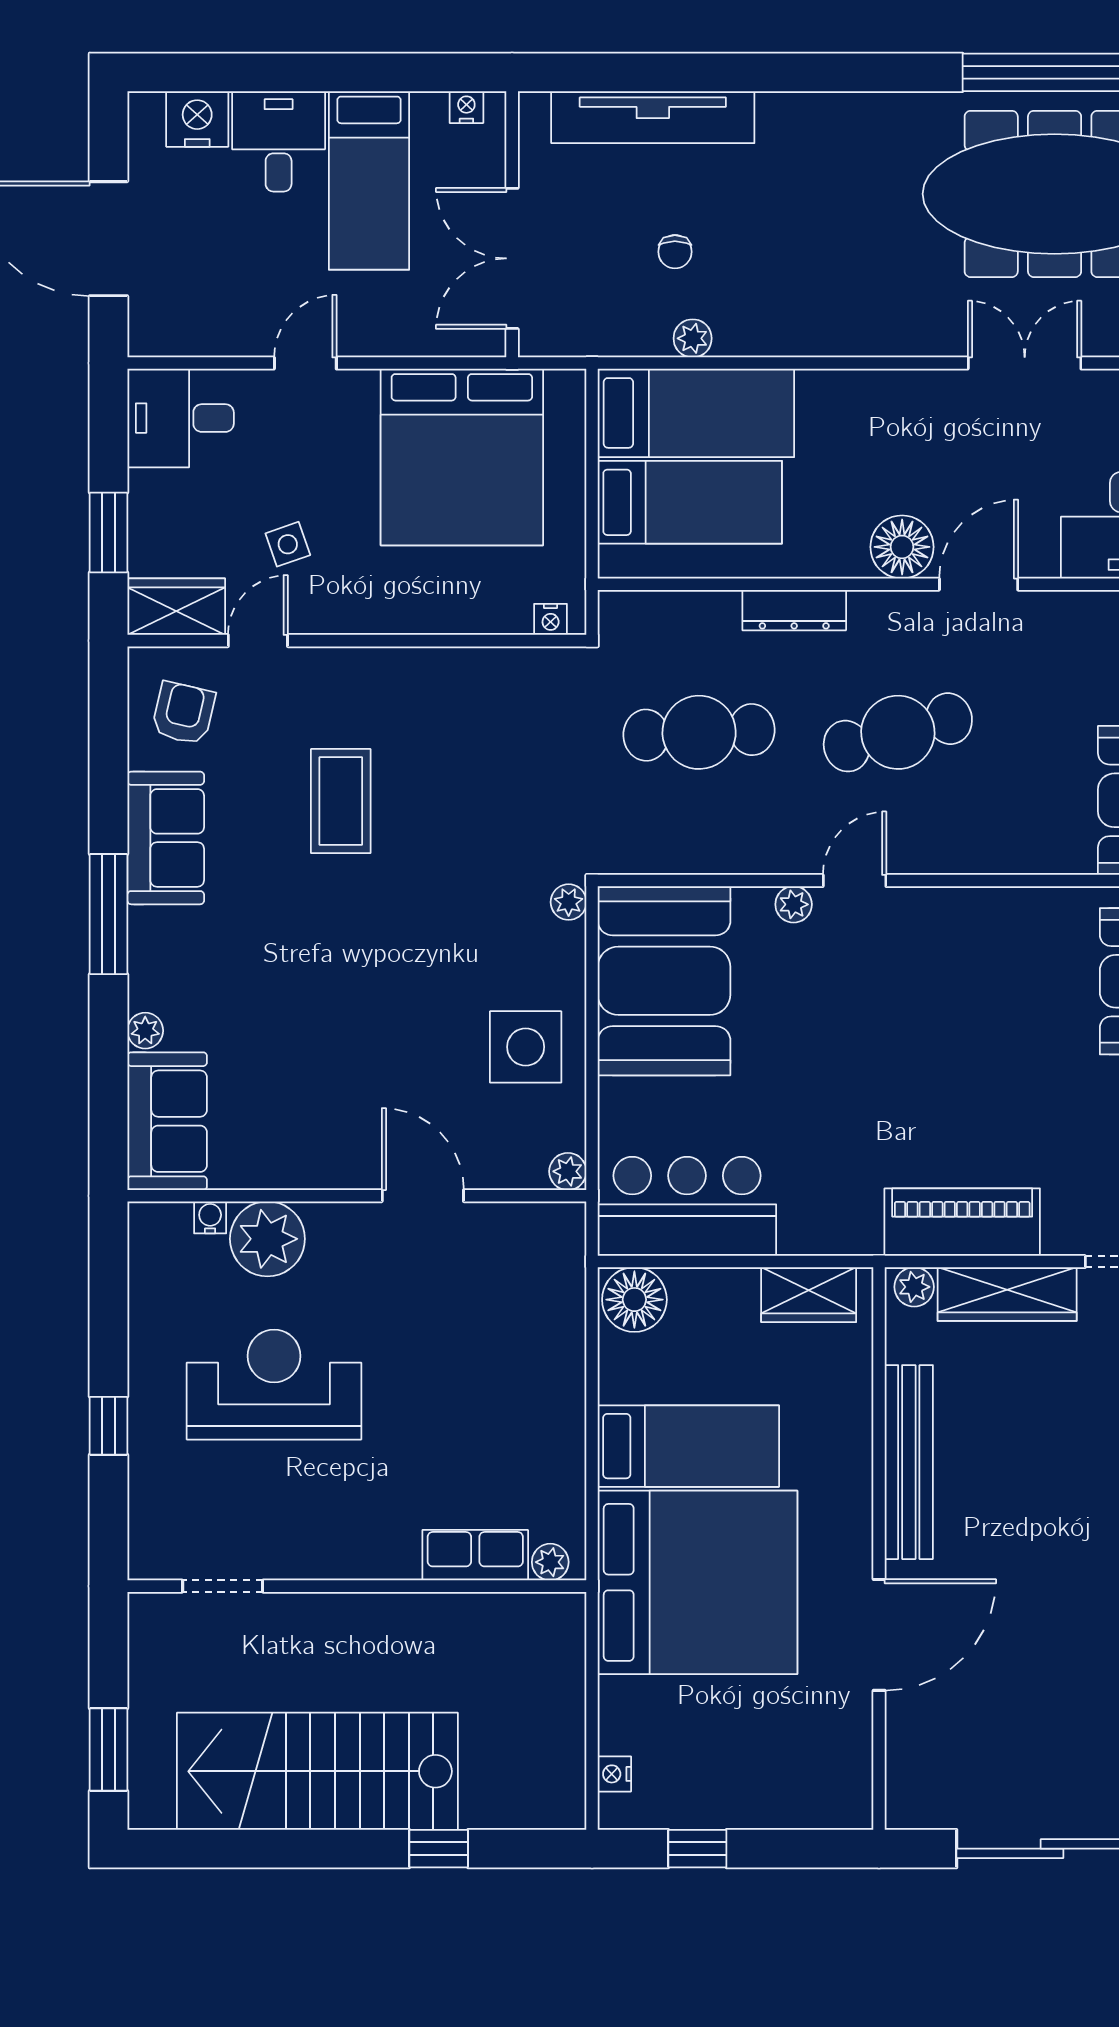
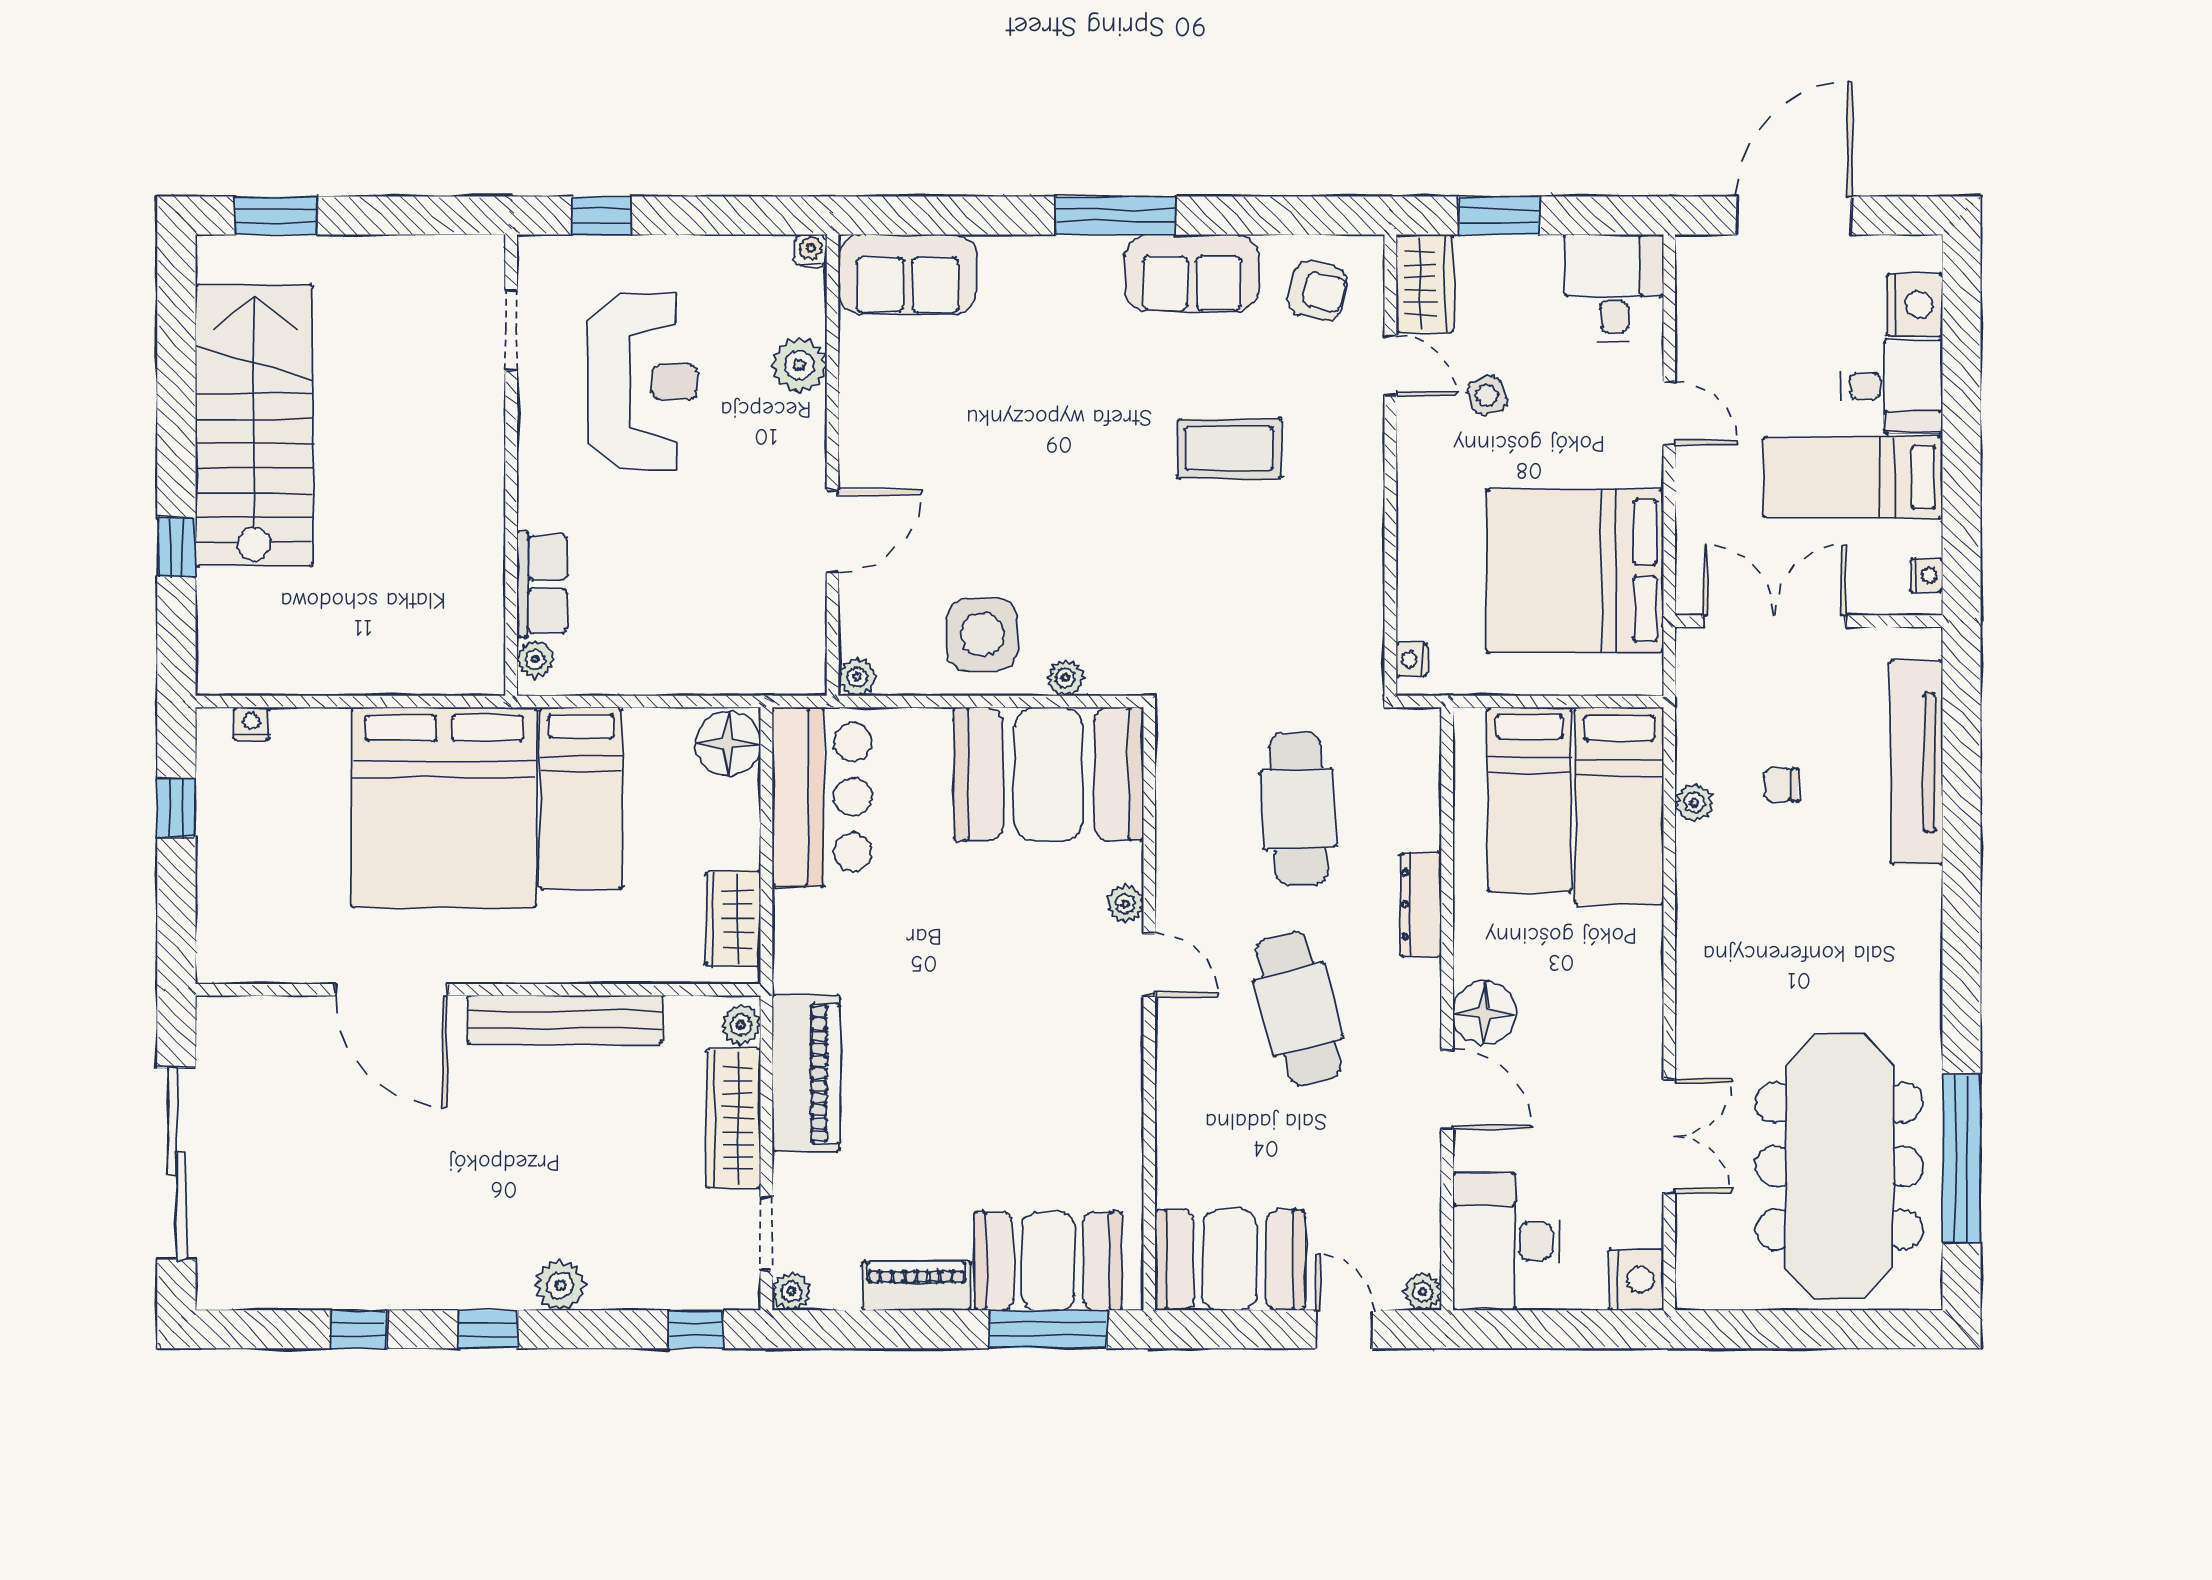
plant: (569, 902) -> (1065, 678), moved
plant: (145, 1031) -> (998, 252), removed
water cooler: (210, 1217) -> (811, 251), moved, turned -90
plant: (267, 1239) -> (799, 365), width x0.73, depth x0.73
row of seats: (475, 1555) -> (542, 584), moved
plant: (550, 1562) -> (535, 659), moved
doorway: (223, 1586) -> (511, 330), moved
wall: (357, 1586) -> (511, 465), moved

